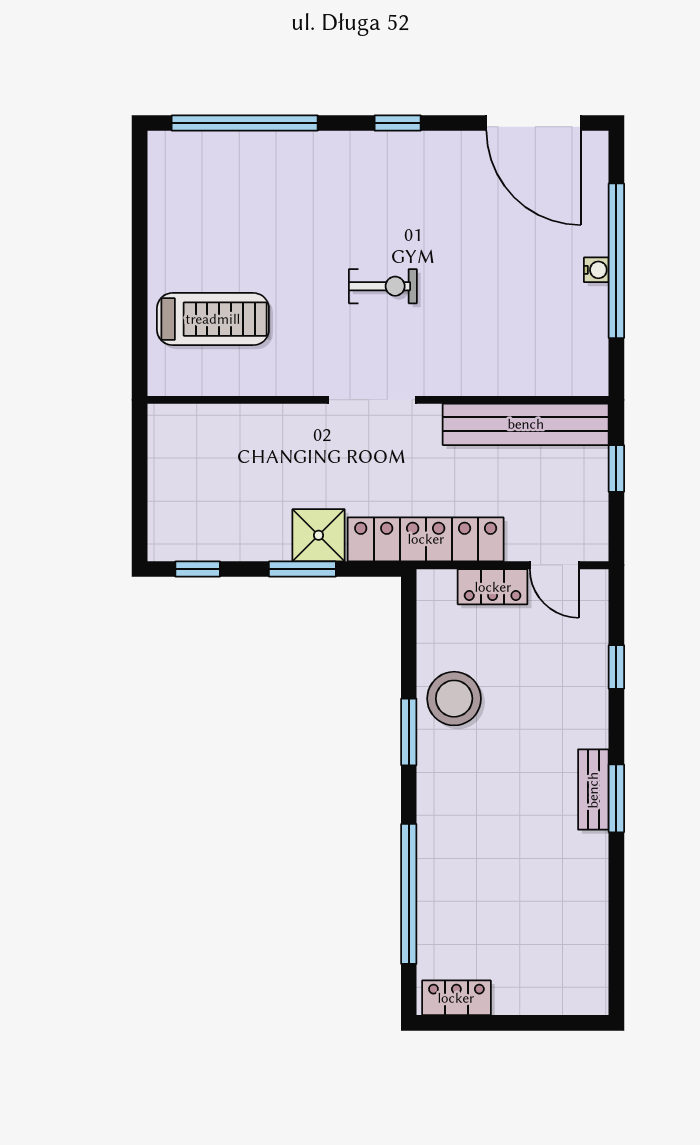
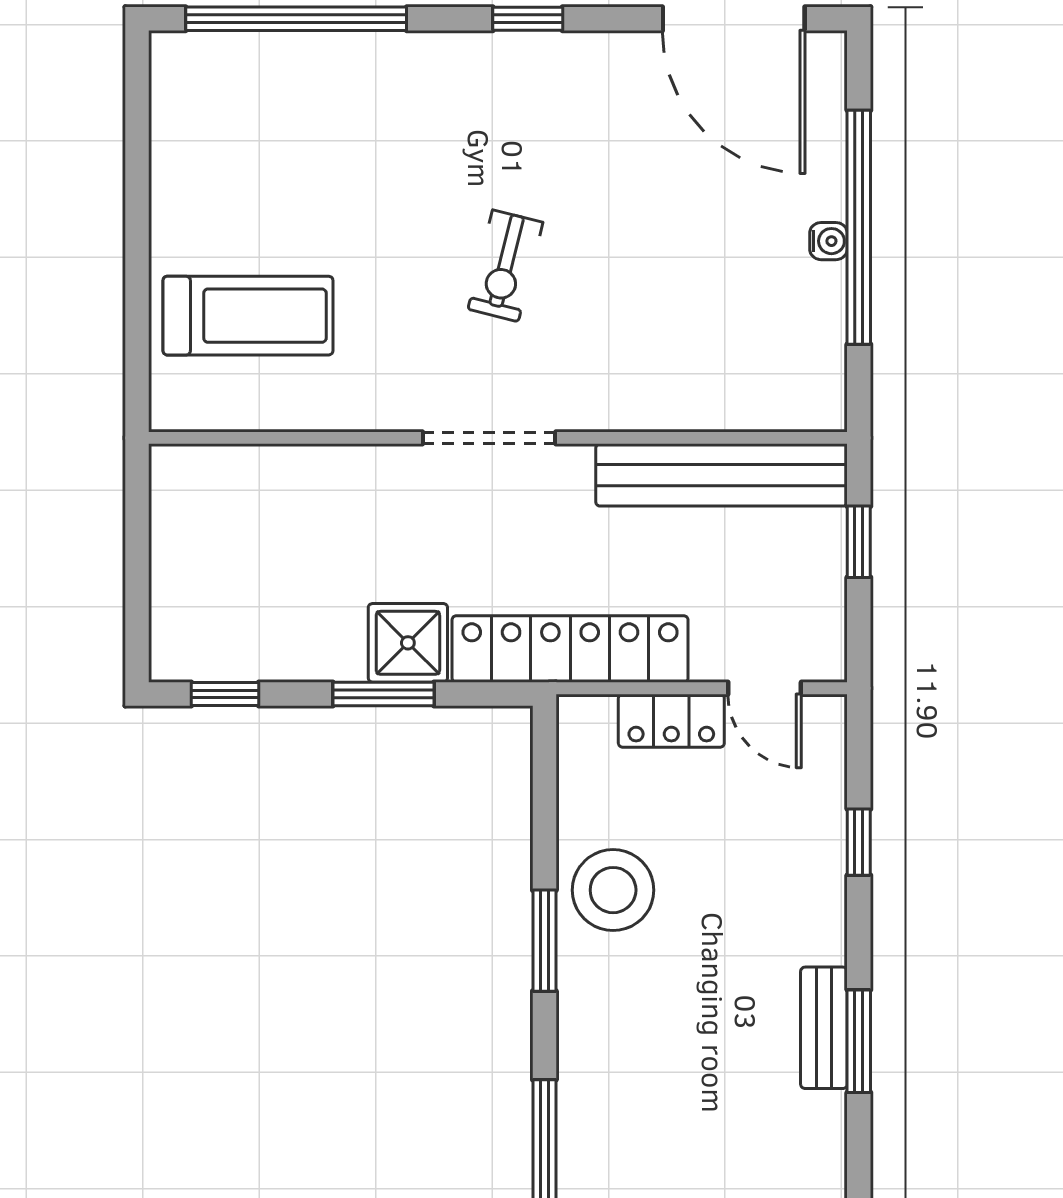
exercise bike: (383, 286) -> (505, 266), turned 104

